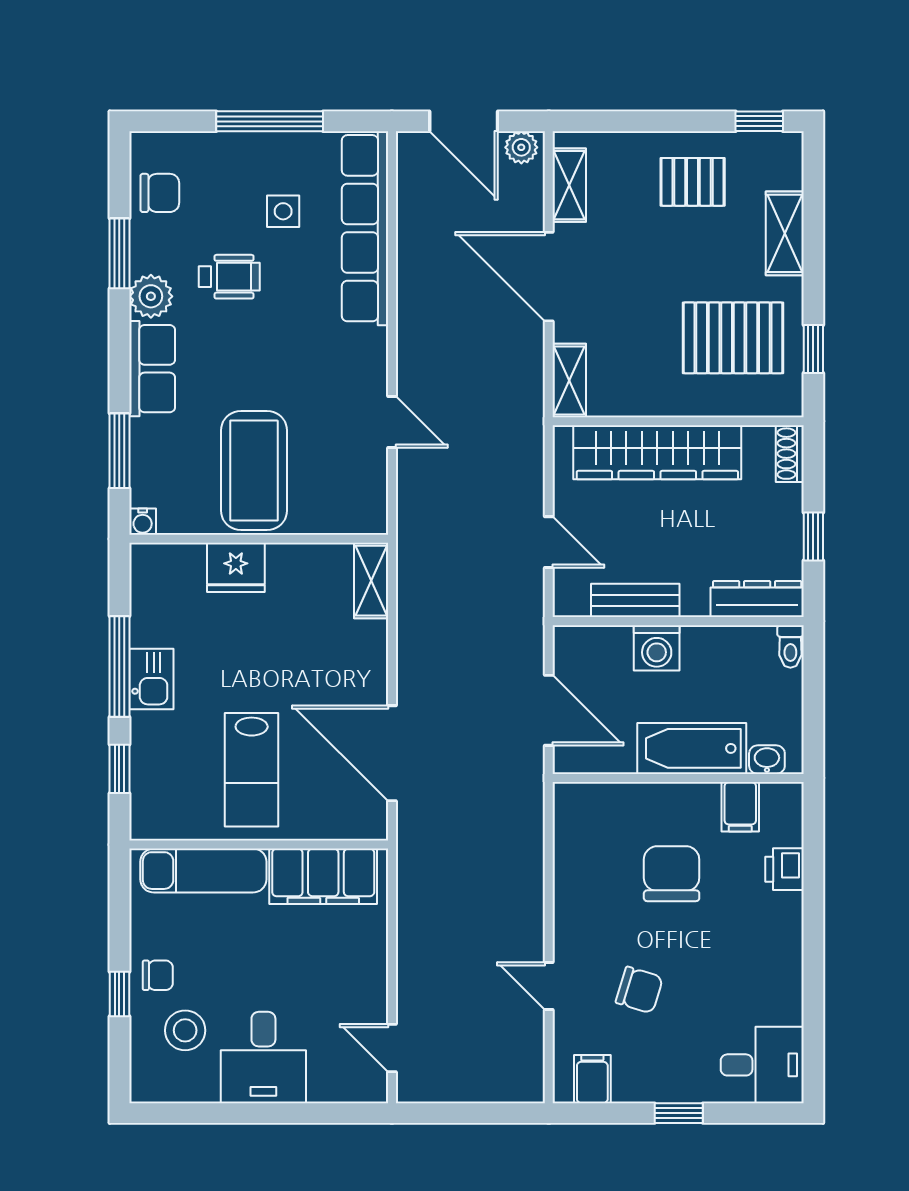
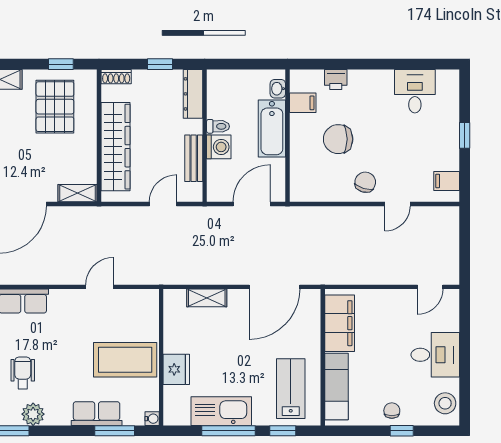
row of seats: (152, 369) -> (97, 414), moved
shelving: (371, 581) -> (207, 298), moved
toilet: (790, 646) -> (218, 126), moved
kitchen sink: (151, 679) -> (221, 411), width x1.88, depth x1.24
lab bench: (252, 770) -> (291, 389), moved, turned -90
chair: (639, 990) -> (365, 182), moved
stool: (185, 1030) -> (445, 403), moved
desk: (762, 1065) -> (415, 91), moved

